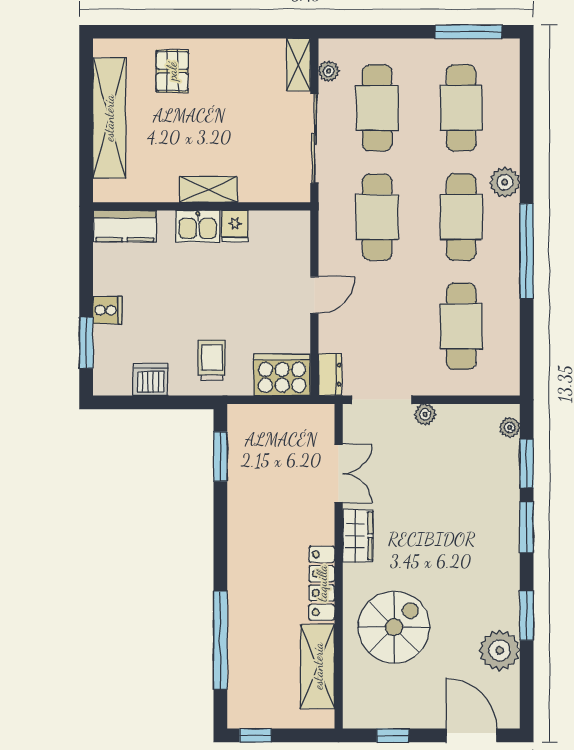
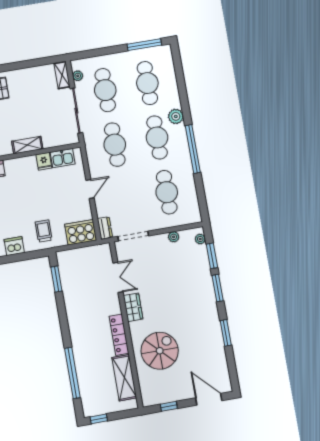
kitchen sink: (198, 226) -> (63, 158), moved
plant: (425, 414) -> (174, 237), moved
plant: (500, 650) -> (215, 353), removed

